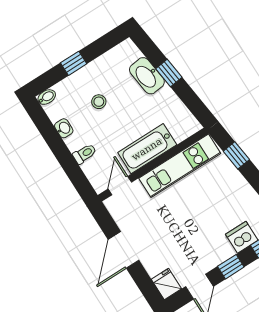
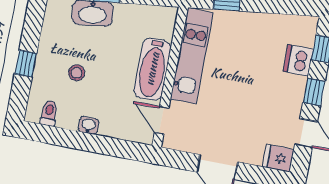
bidet: (47, 97) -> (32, 112), removed
washbasin: (64, 128) -> (89, 125), moved
toilet: (85, 154) -> (49, 113), moved

